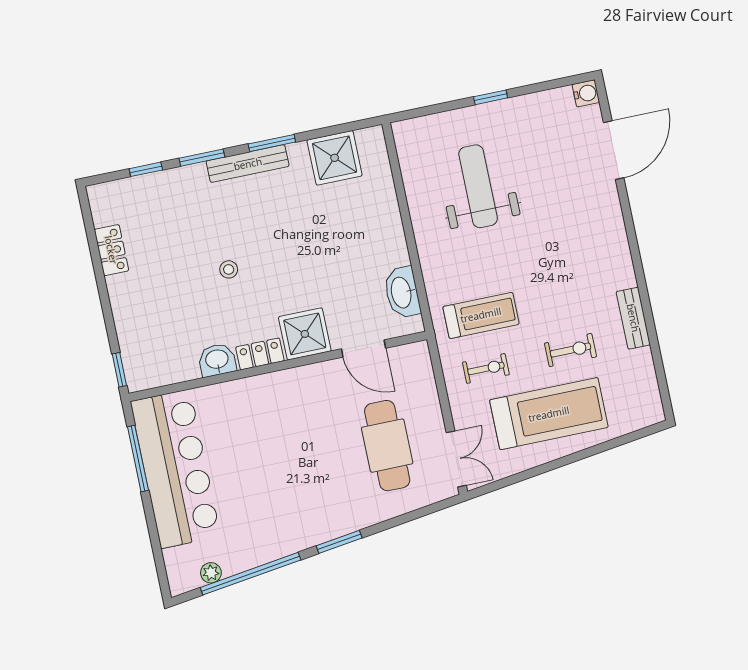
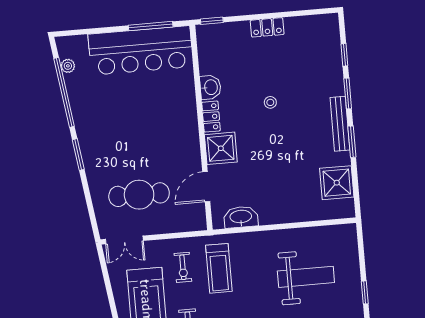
locker: (111, 250) -> (267, 27), moved

